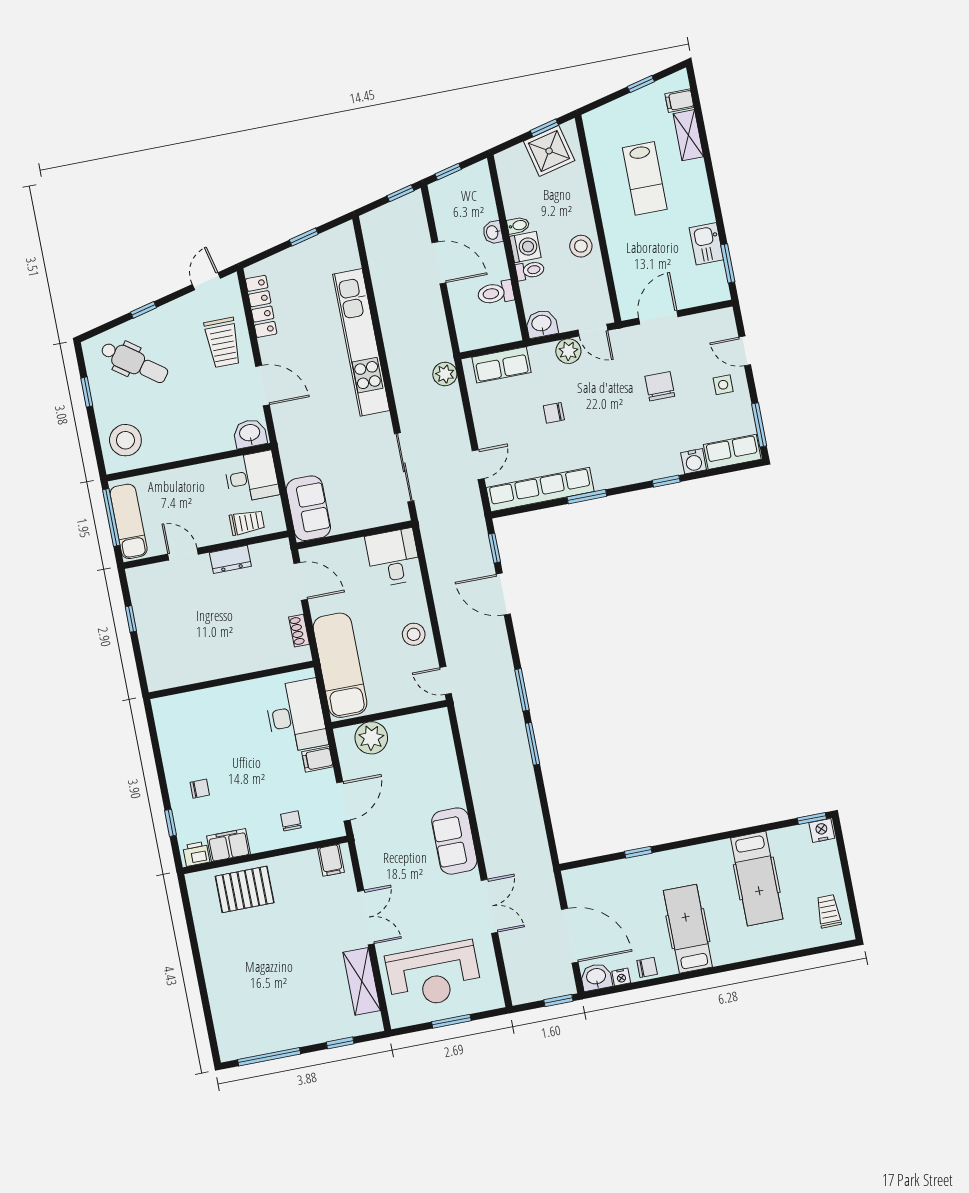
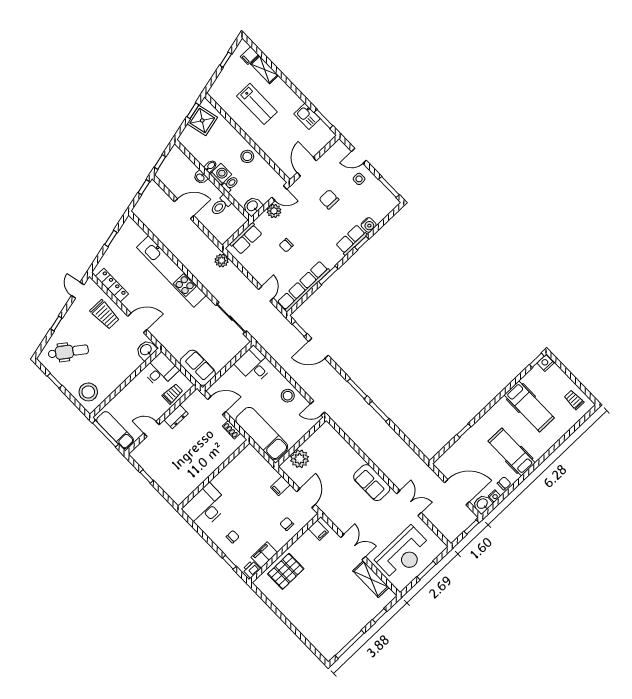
row of seats: (732, 452) -> (351, 240), moved
desk: (296, 716) -> (206, 507), moved, turned -90

